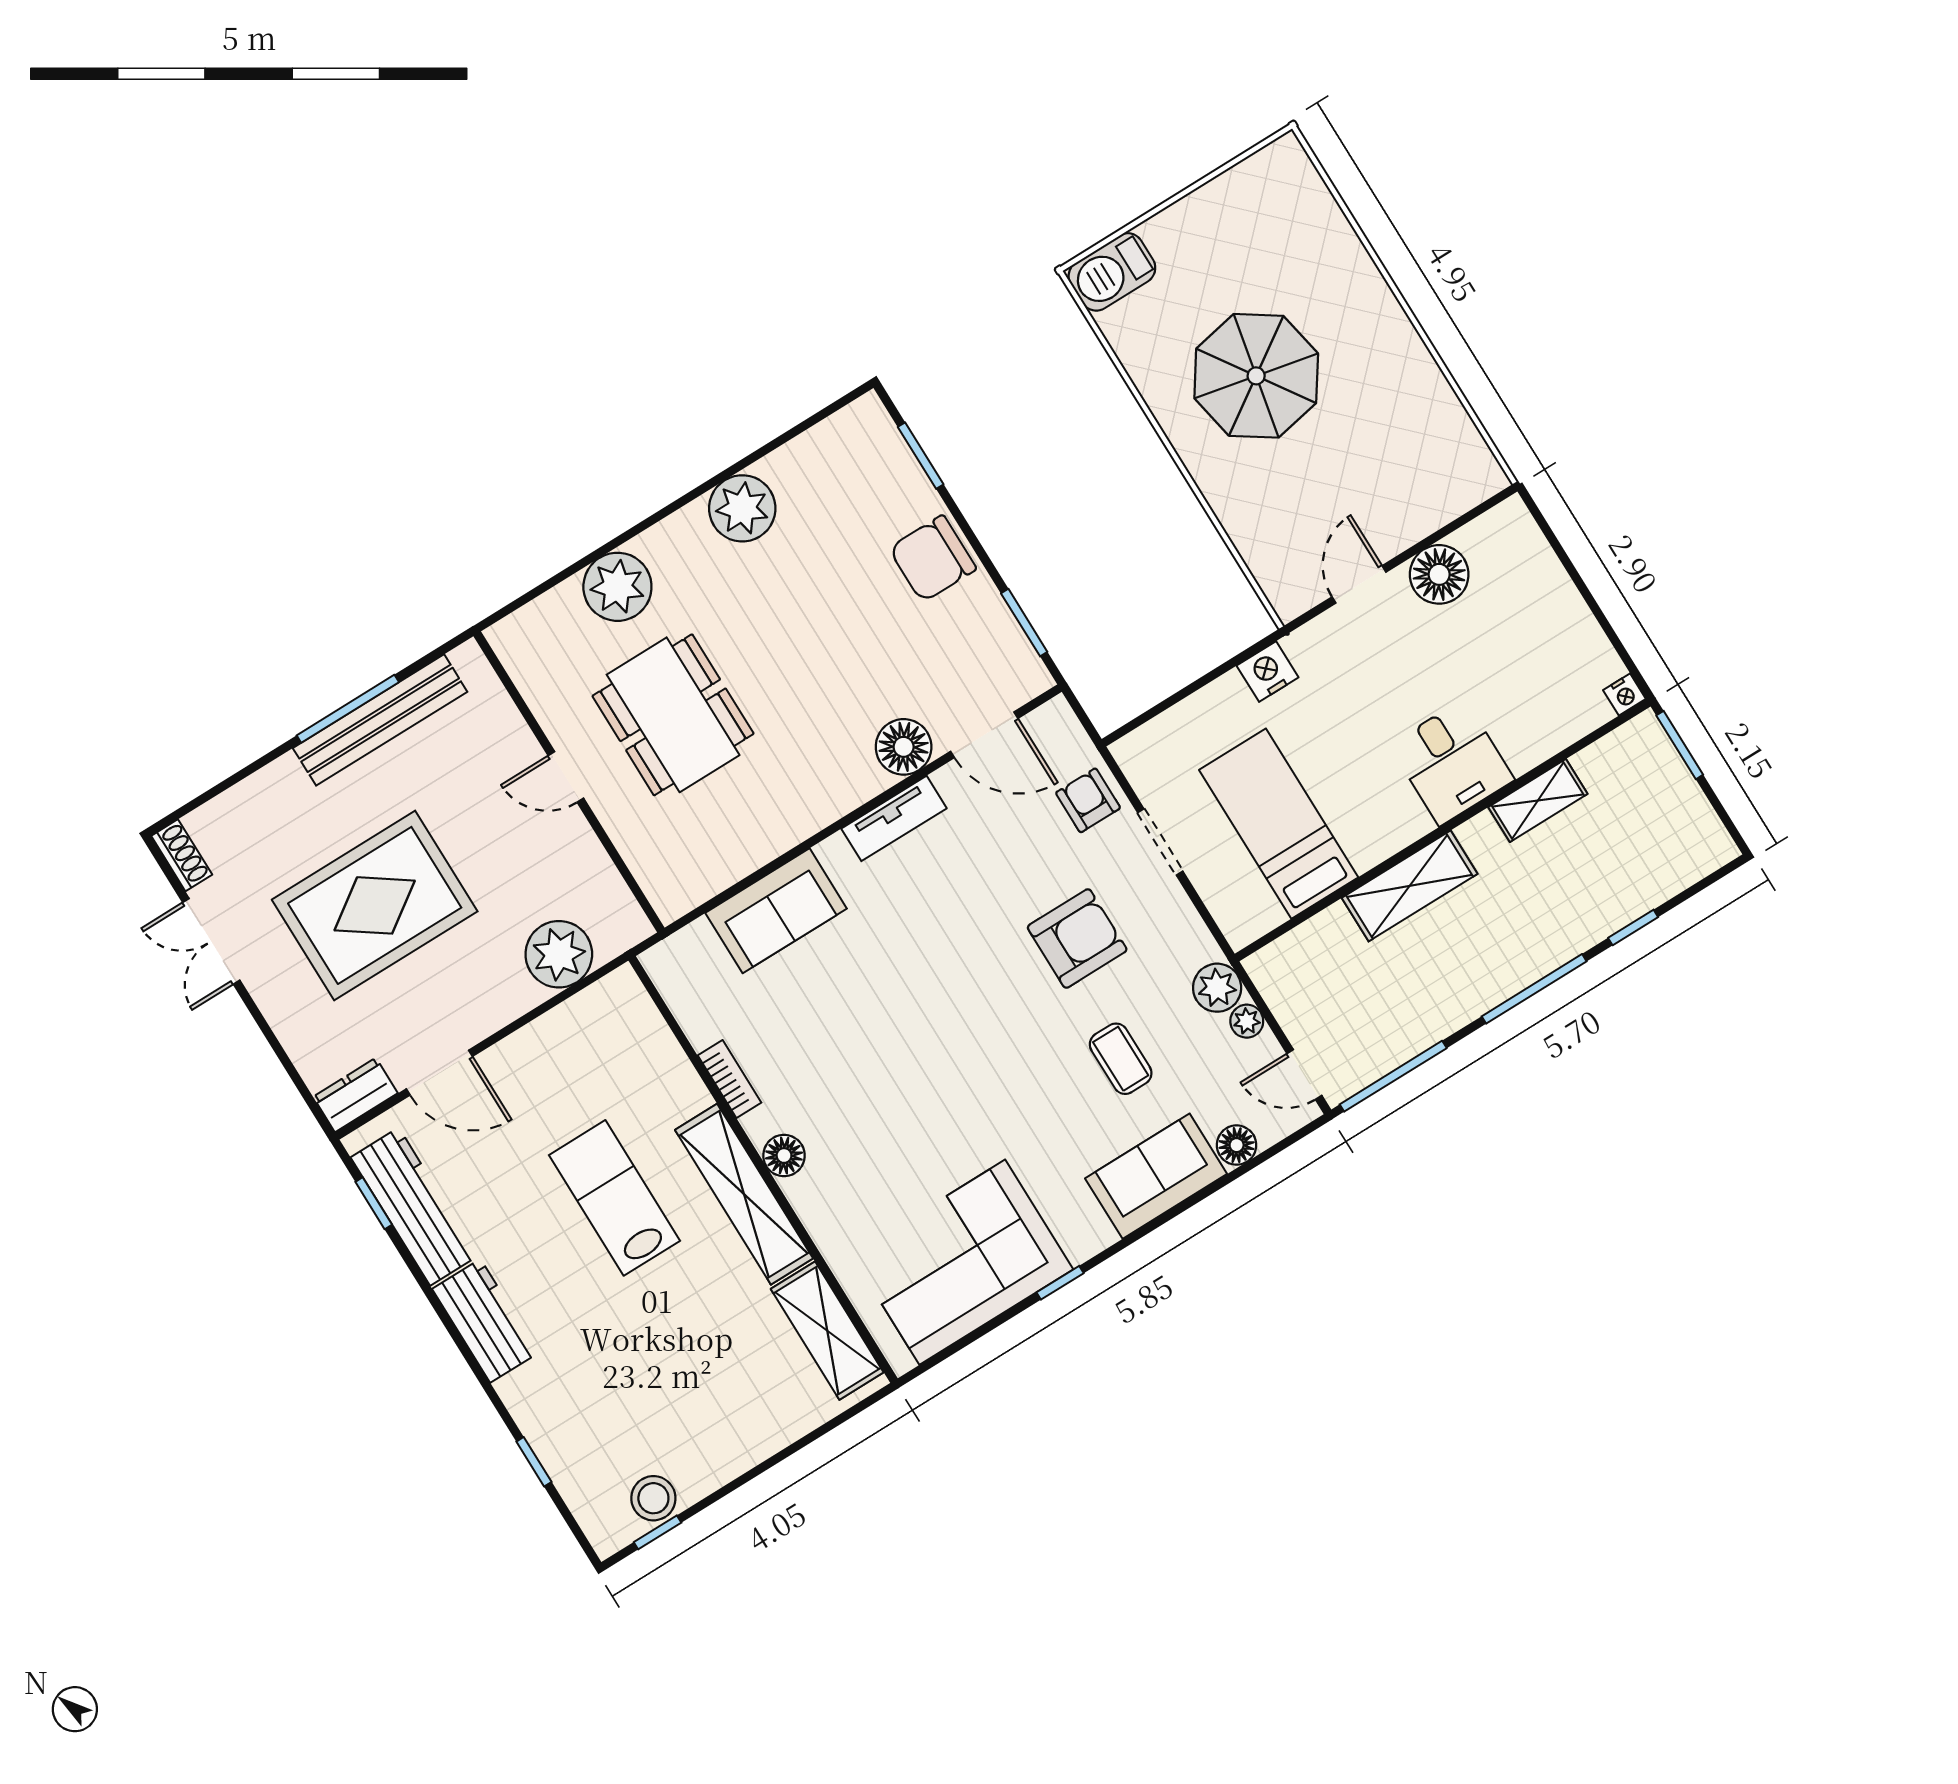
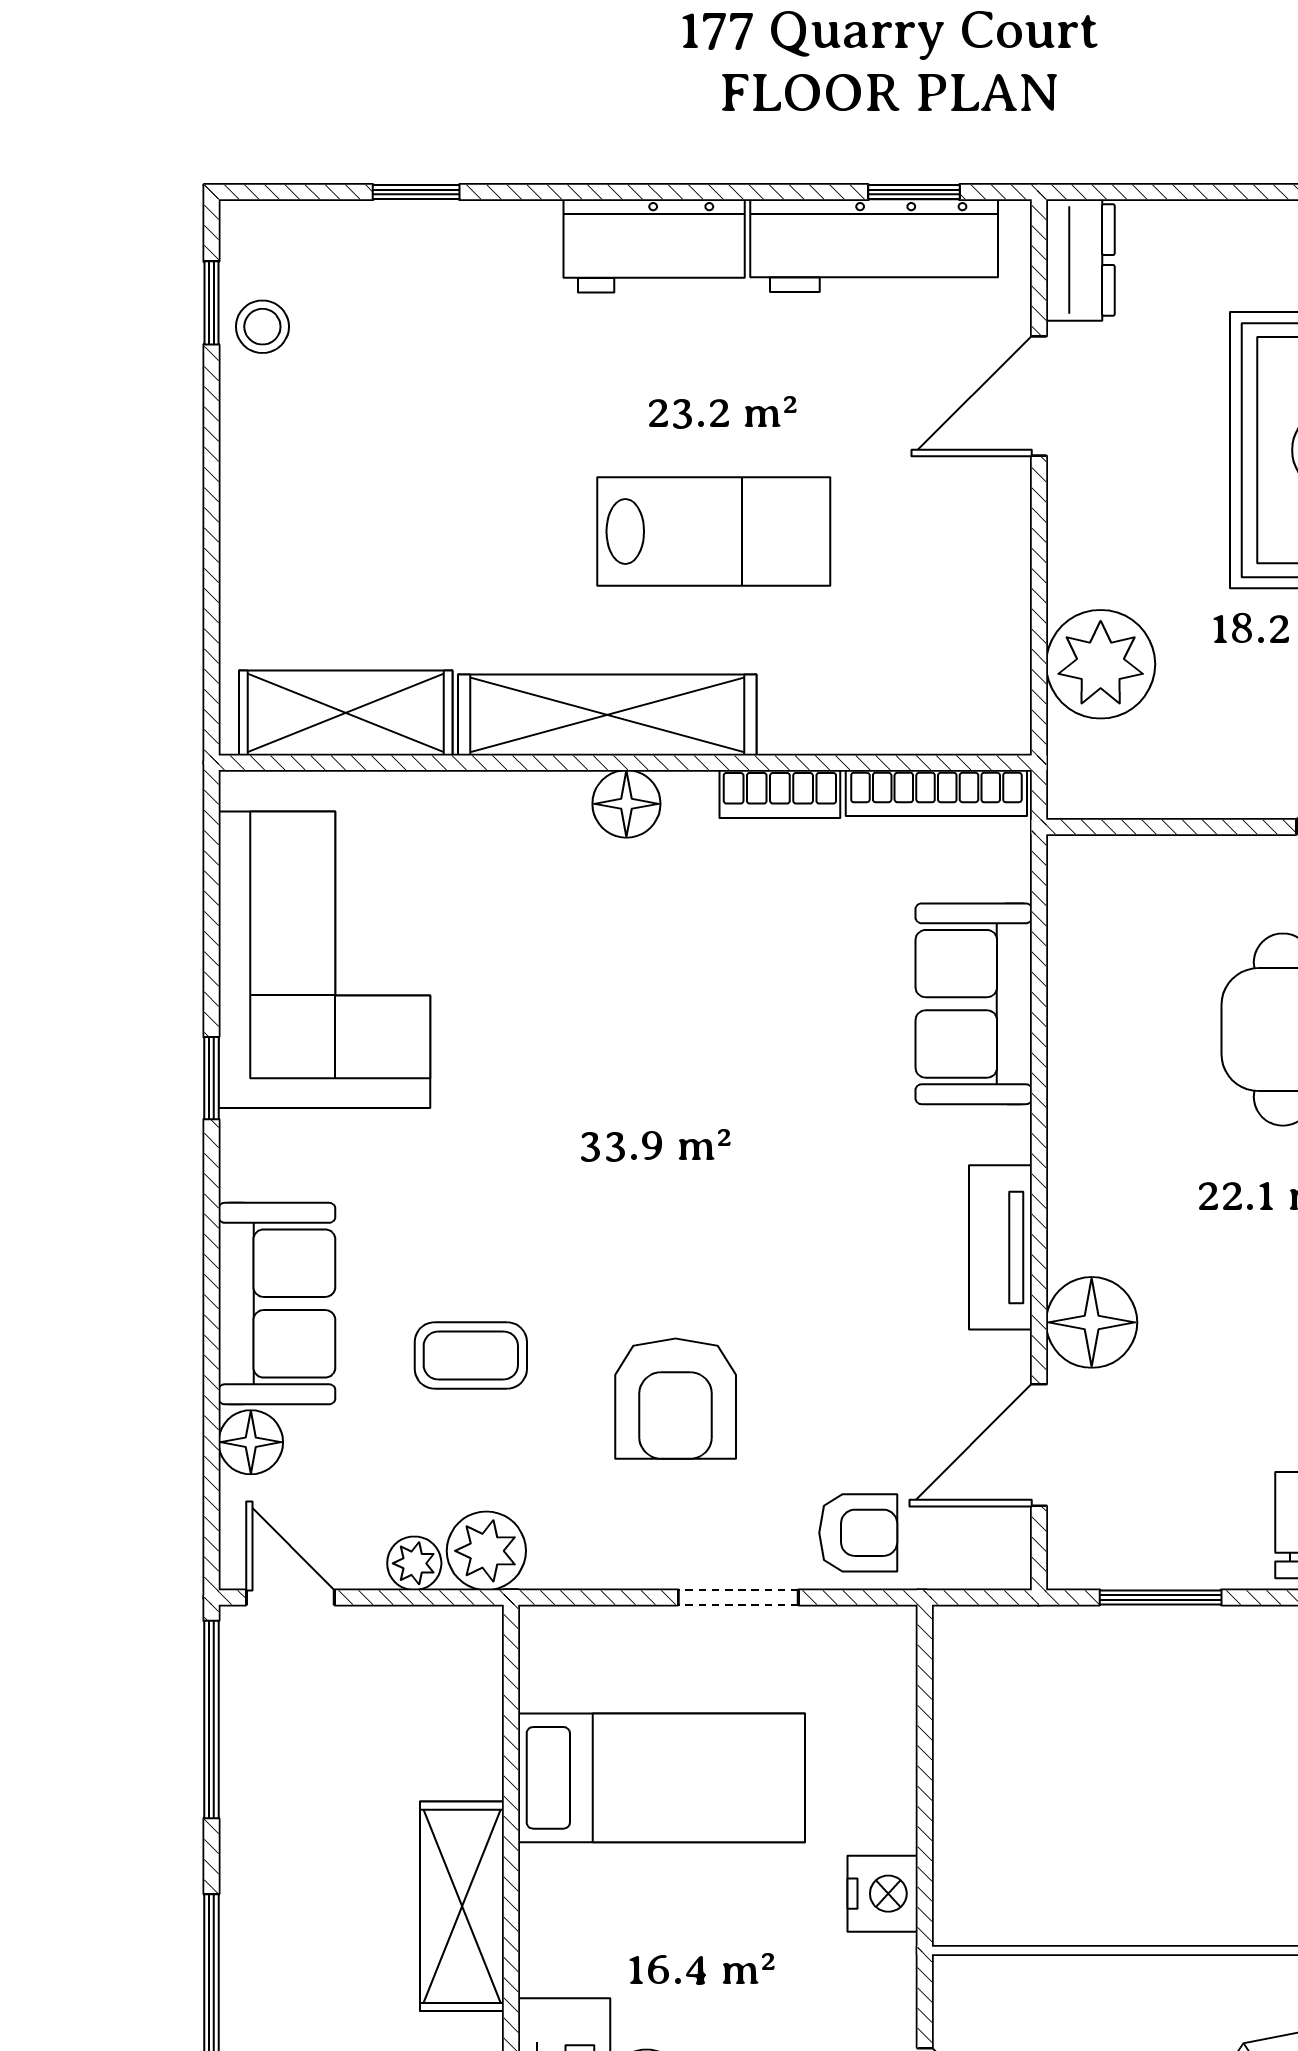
bookcase: (679, 998) -> (936, 793), added
door: (1304, 1075) -> (290, 1597), hinge flipped
stool: (653, 1498) -> (262, 327), width x0.73, depth x0.73

